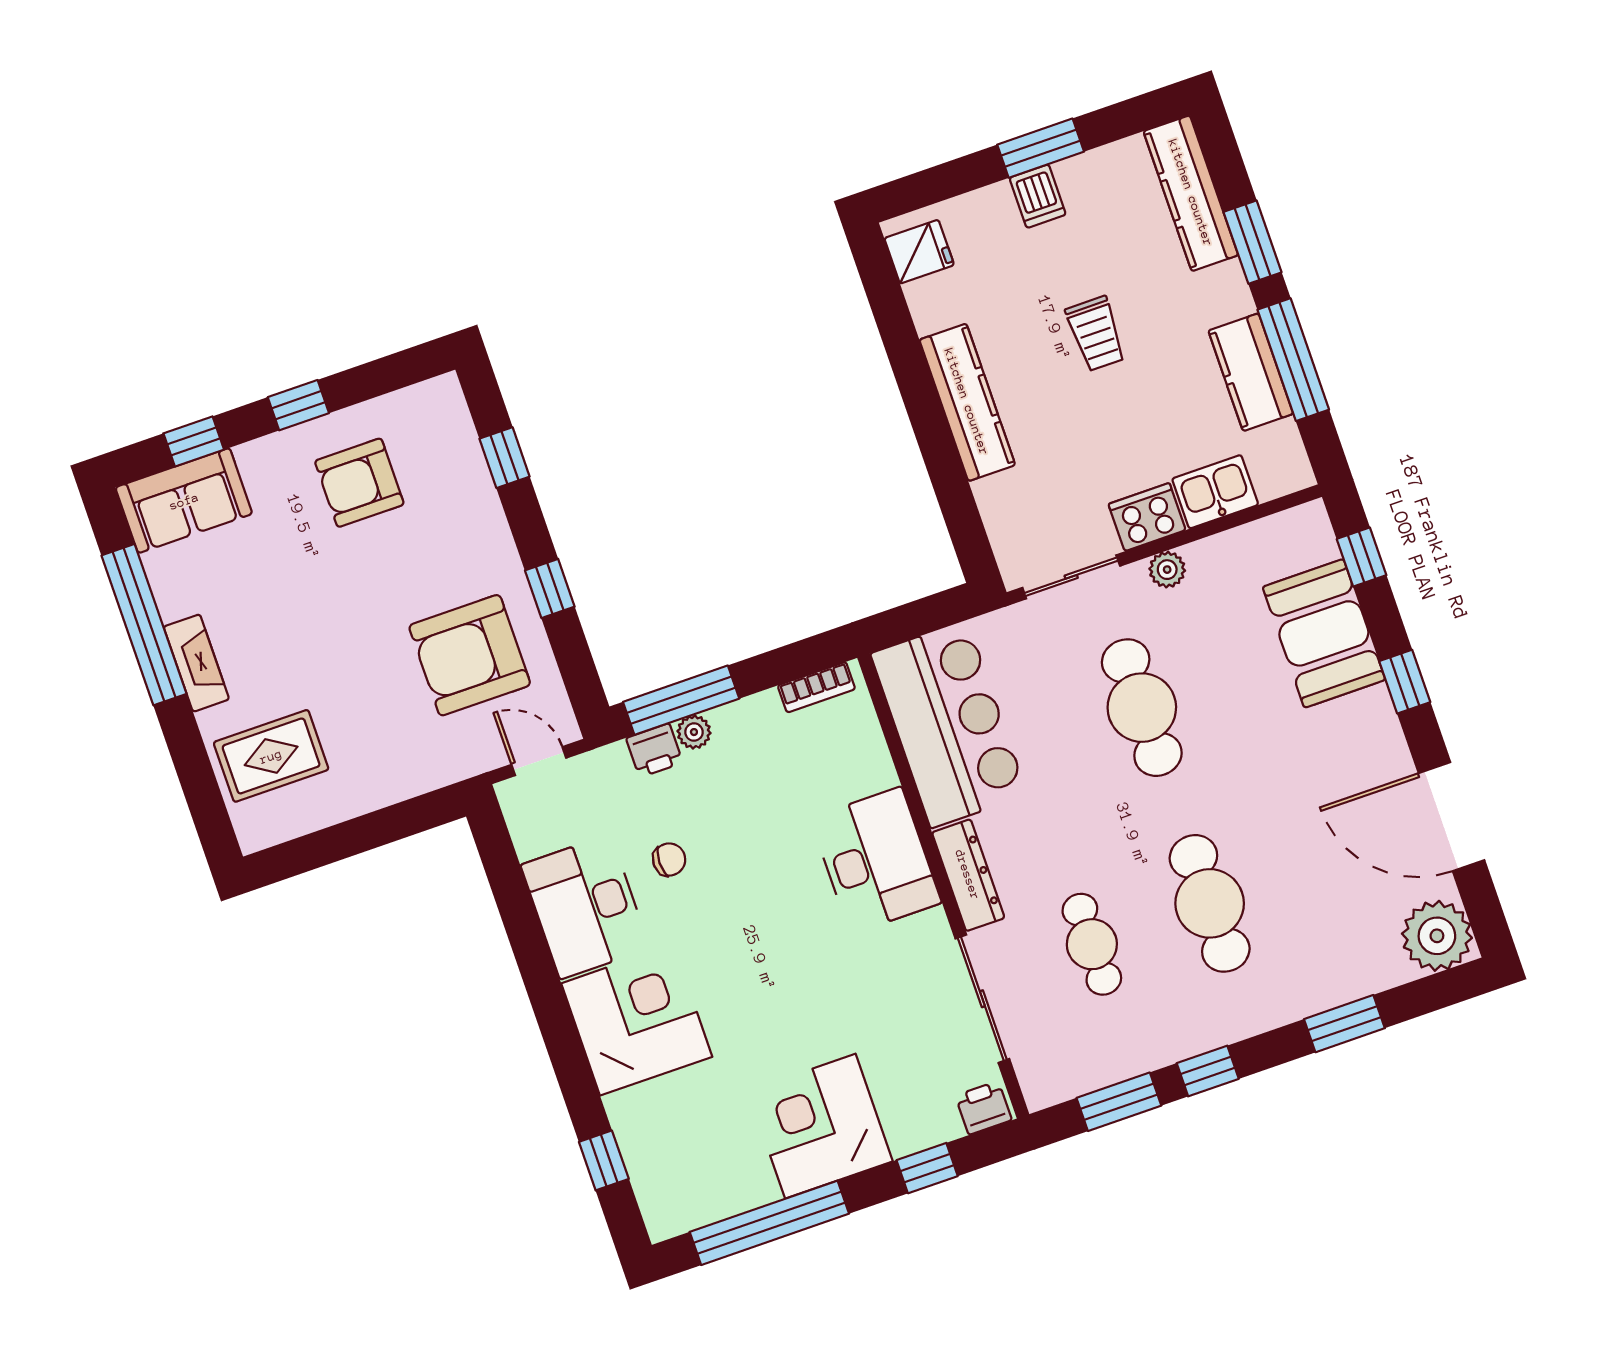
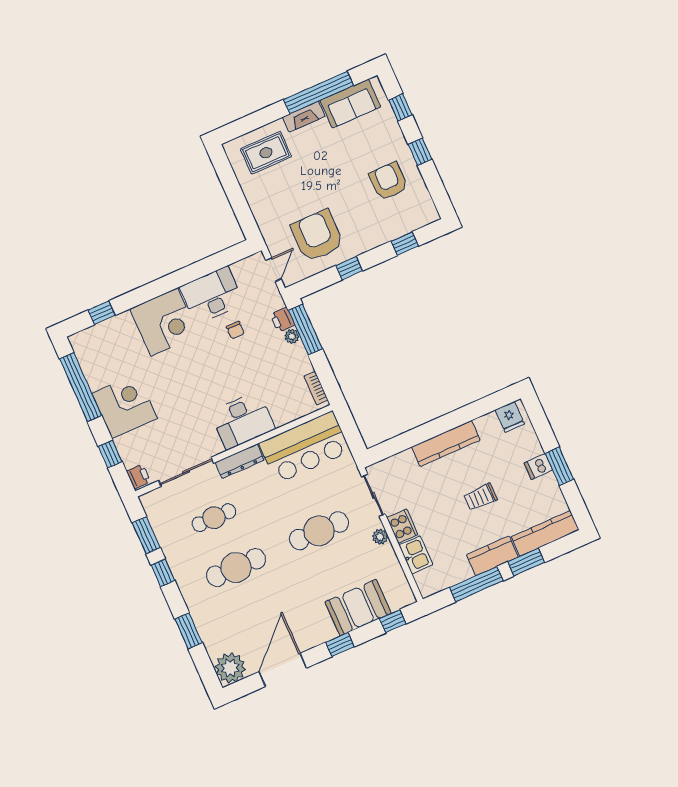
kitchen counter: (1251, 372) -> (492, 556), moved
sofa: (184, 501) -> (350, 104), moved, turned -90
rug: (271, 756) -> (266, 153), turned 90

